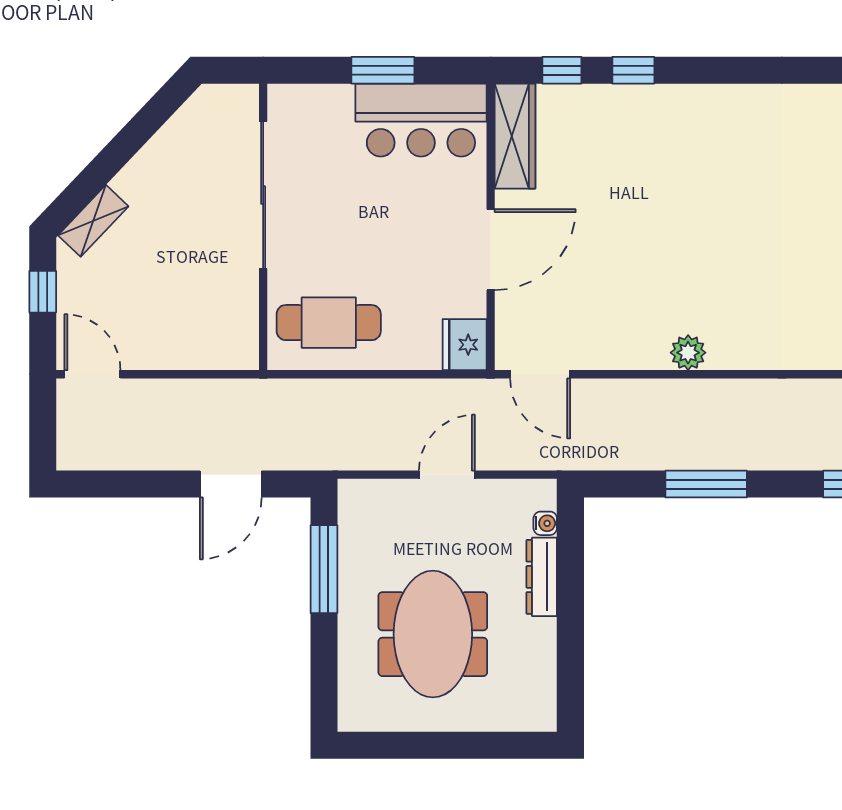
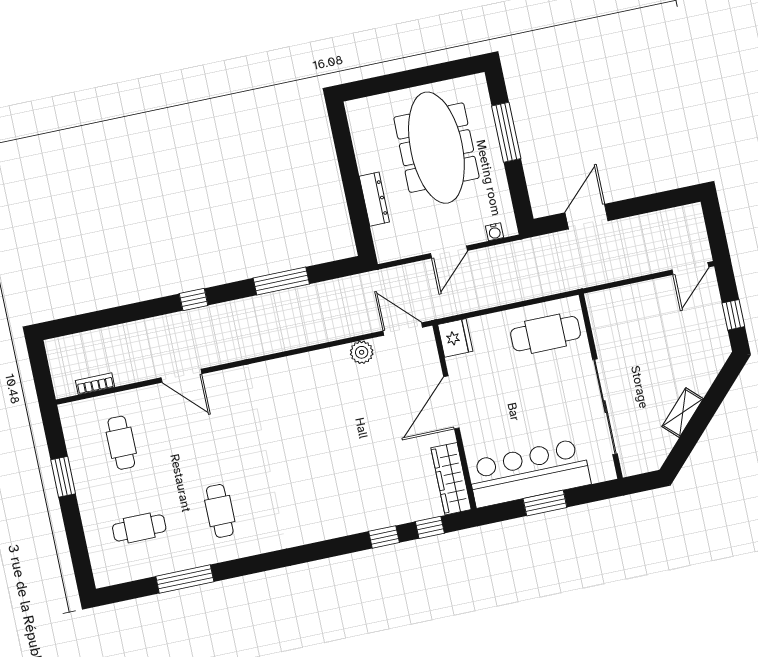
bar counter: (421, 120) -> (529, 473), width x1.36
shelving: (93, 221) -> (683, 413), moved
plant: (688, 353) -> (362, 352), moved
door: (92, 374) -> (690, 269), hinge flipped
water cooler: (545, 523) -> (495, 232), moved, turned -90
window: (324, 569) -> (506, 132), moved
meeting table: (433, 634) -> (436, 148), width x1.36

